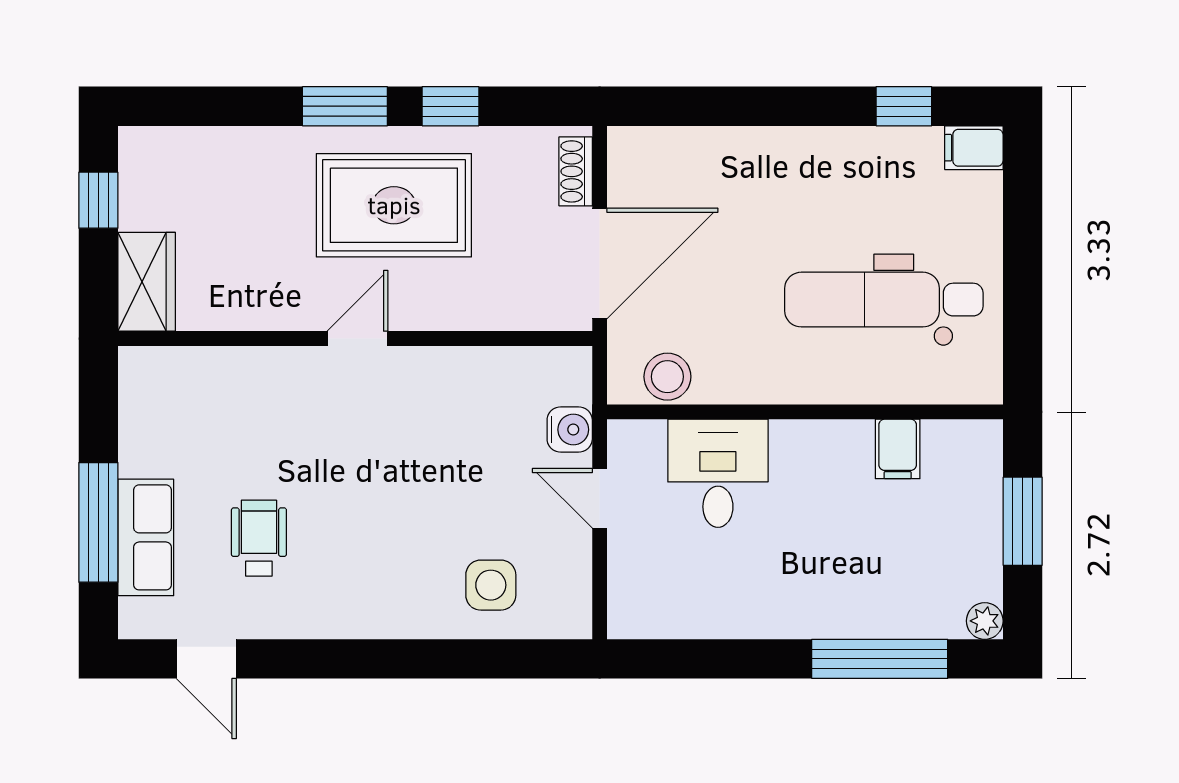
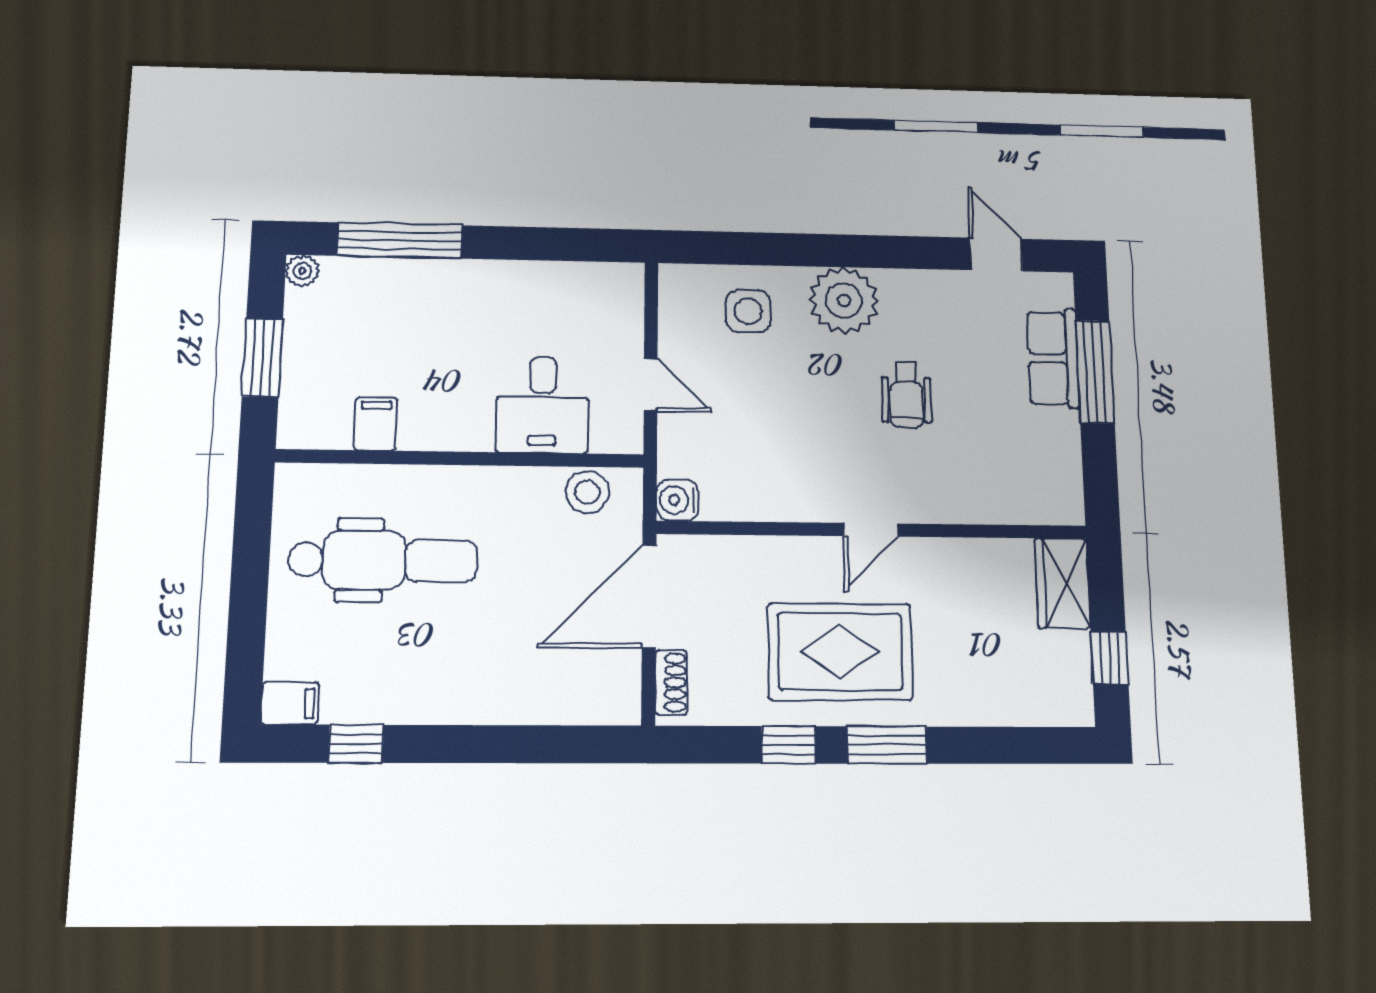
water cooler: (570, 430) -> (677, 500), moved
wheelchair: (259, 538) -> (906, 395), moved
plant: (383, 600) -> (844, 300), added

